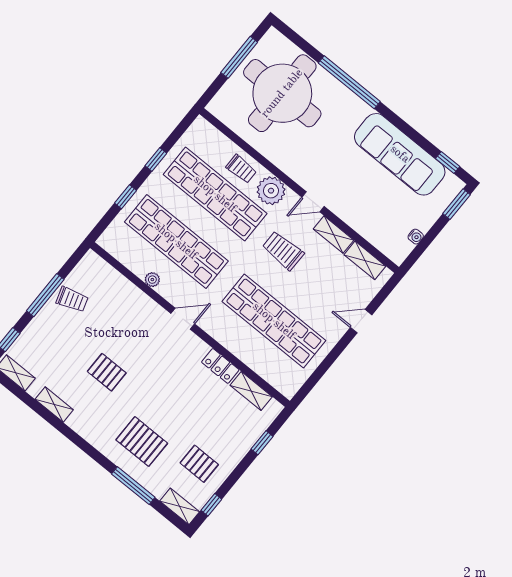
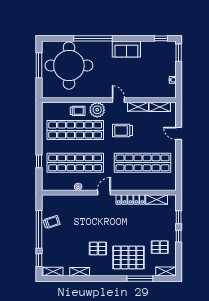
sofa: (400, 154) -> (126, 49), width x0.54, depth x0.79
window: (156, 160) -> (39, 136), removed
door: (313, 202) -> (118, 100), swing flipped
window: (45, 295) -> (39, 229), width x1.46
door: (361, 321) -> (179, 133), hinge flipped
locker: (220, 366) -> (130, 200), width x1.53
pallet: (107, 372) -> (98, 249), moved
pallet: (142, 442) -> (128, 257), width x1.37, depth x1.41
window: (211, 505) -> (179, 236), moved

